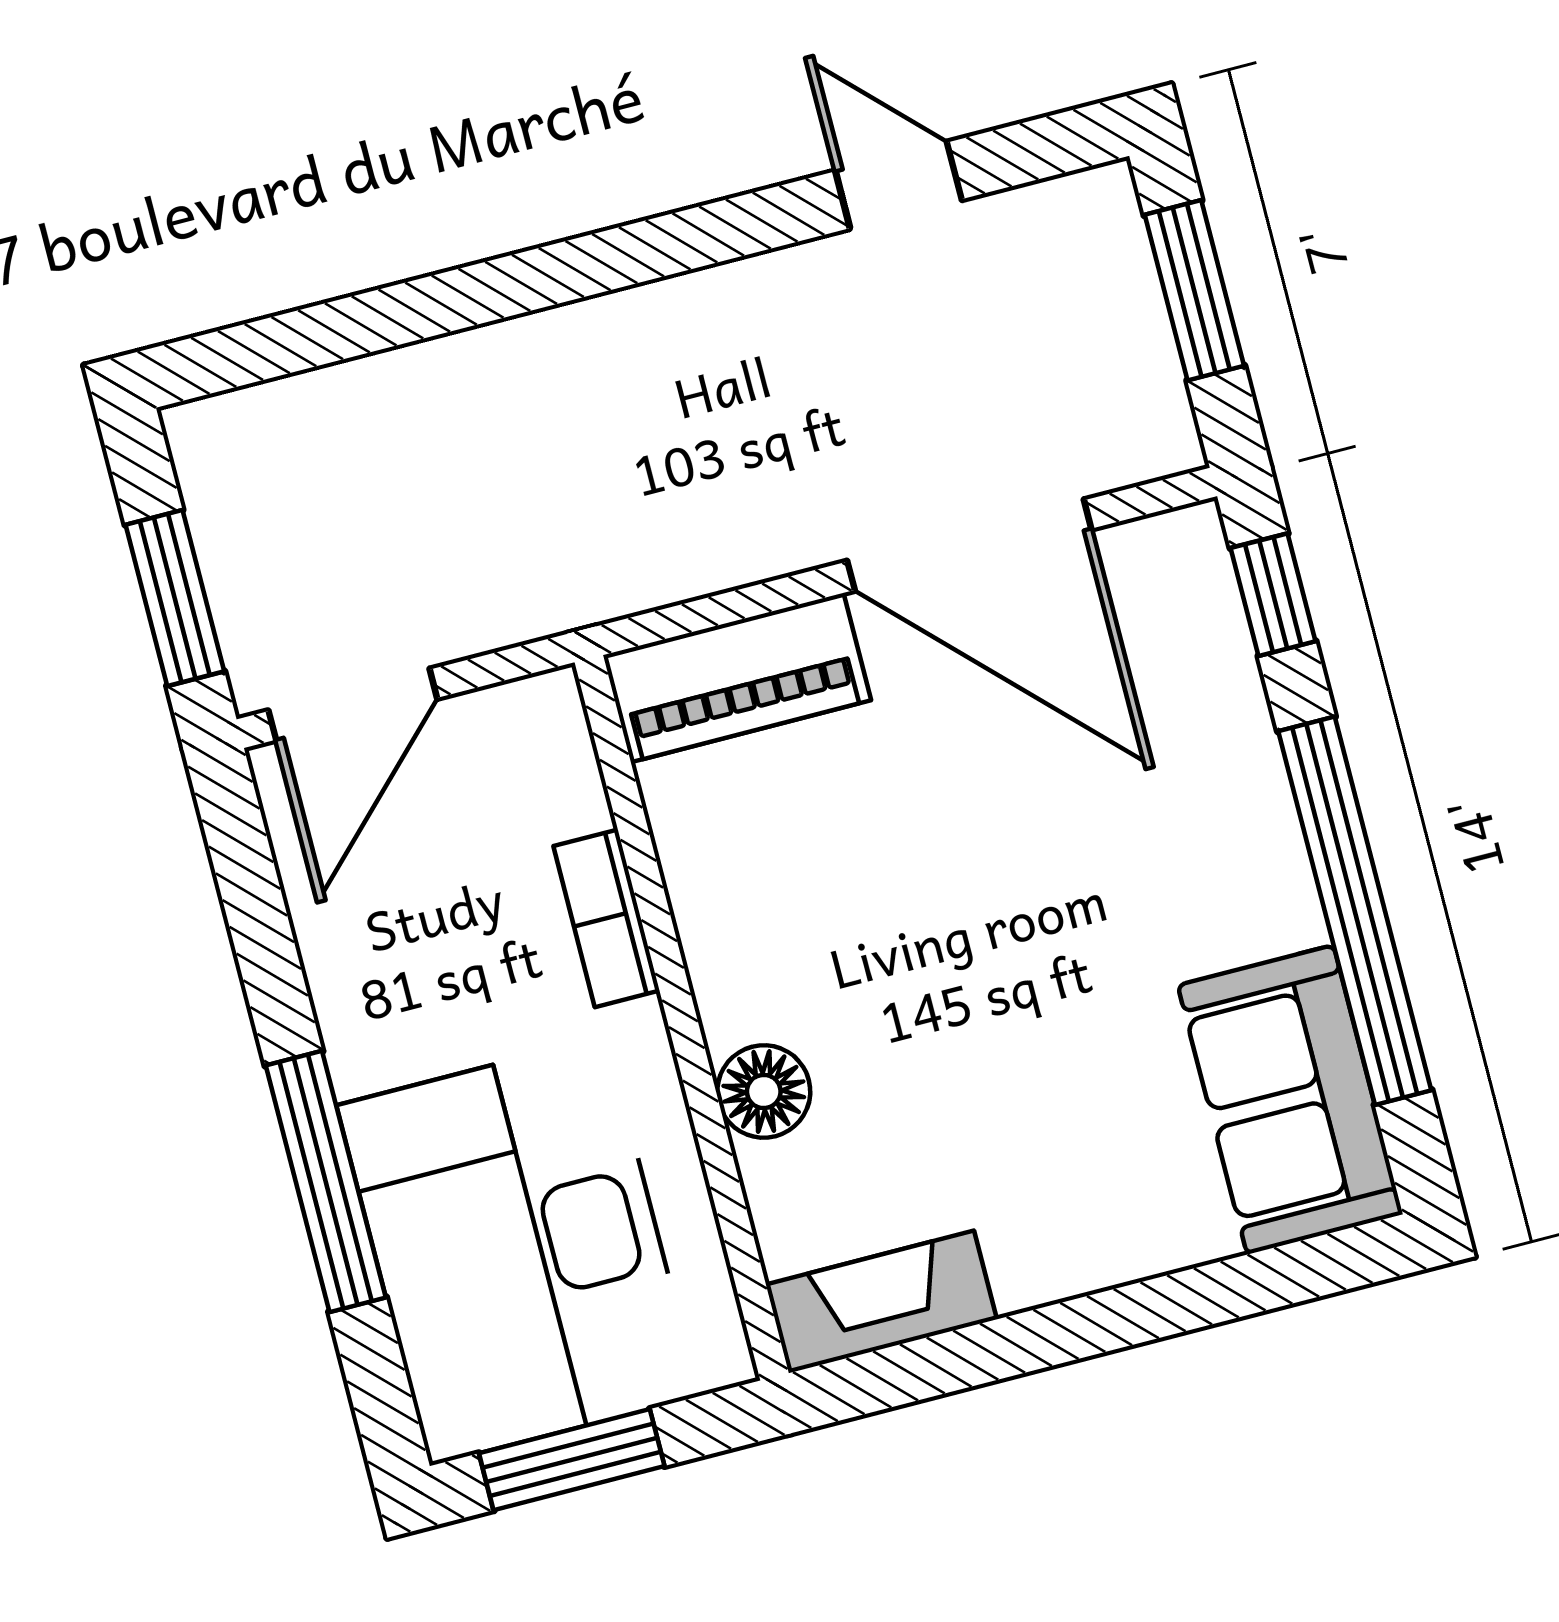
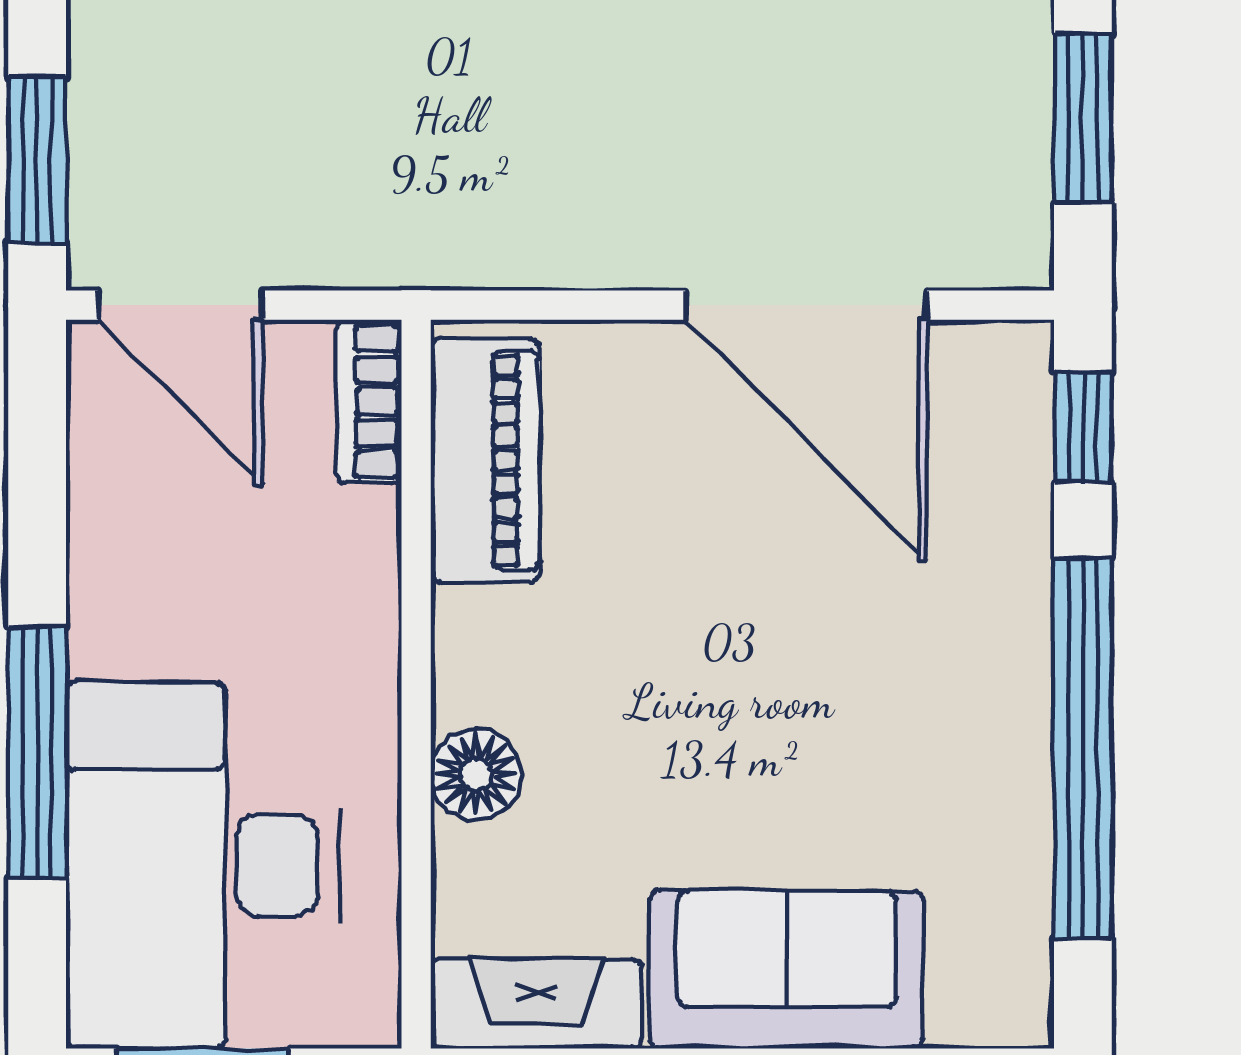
piano: (737, 678) -> (485, 460), moved, turned -90
door: (353, 705) -> (180, 305), hinge flipped
bookcase: (606, 918) -> (369, 401), moved
sofa: (1290, 1100) -> (786, 970), moved, turned 90

